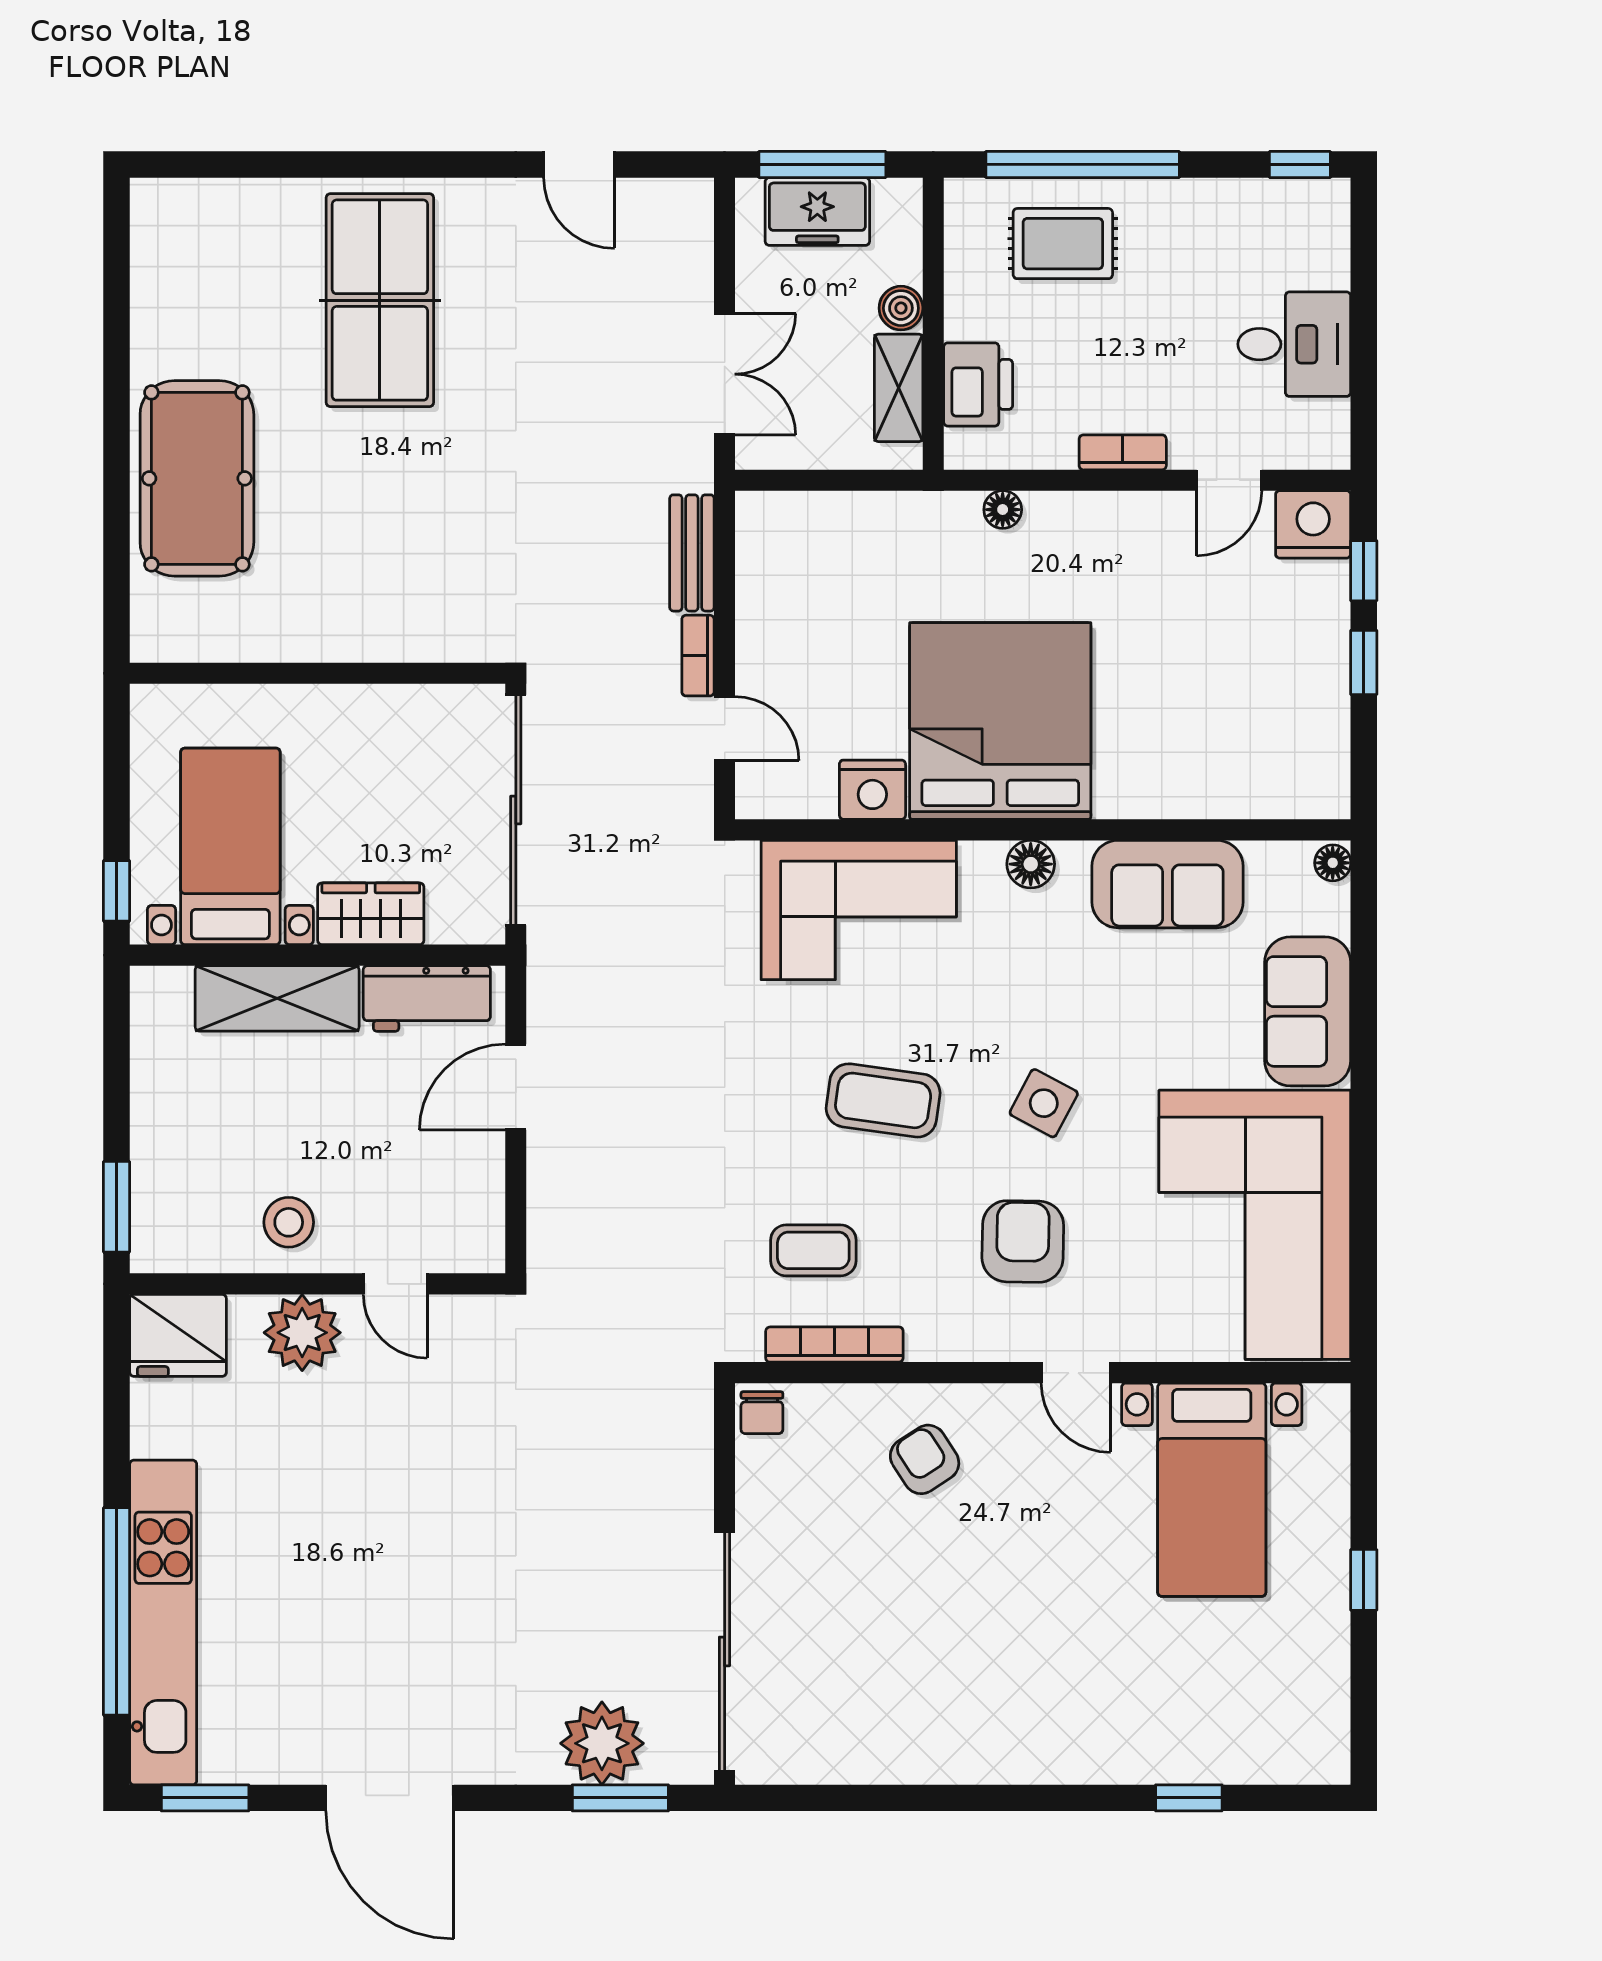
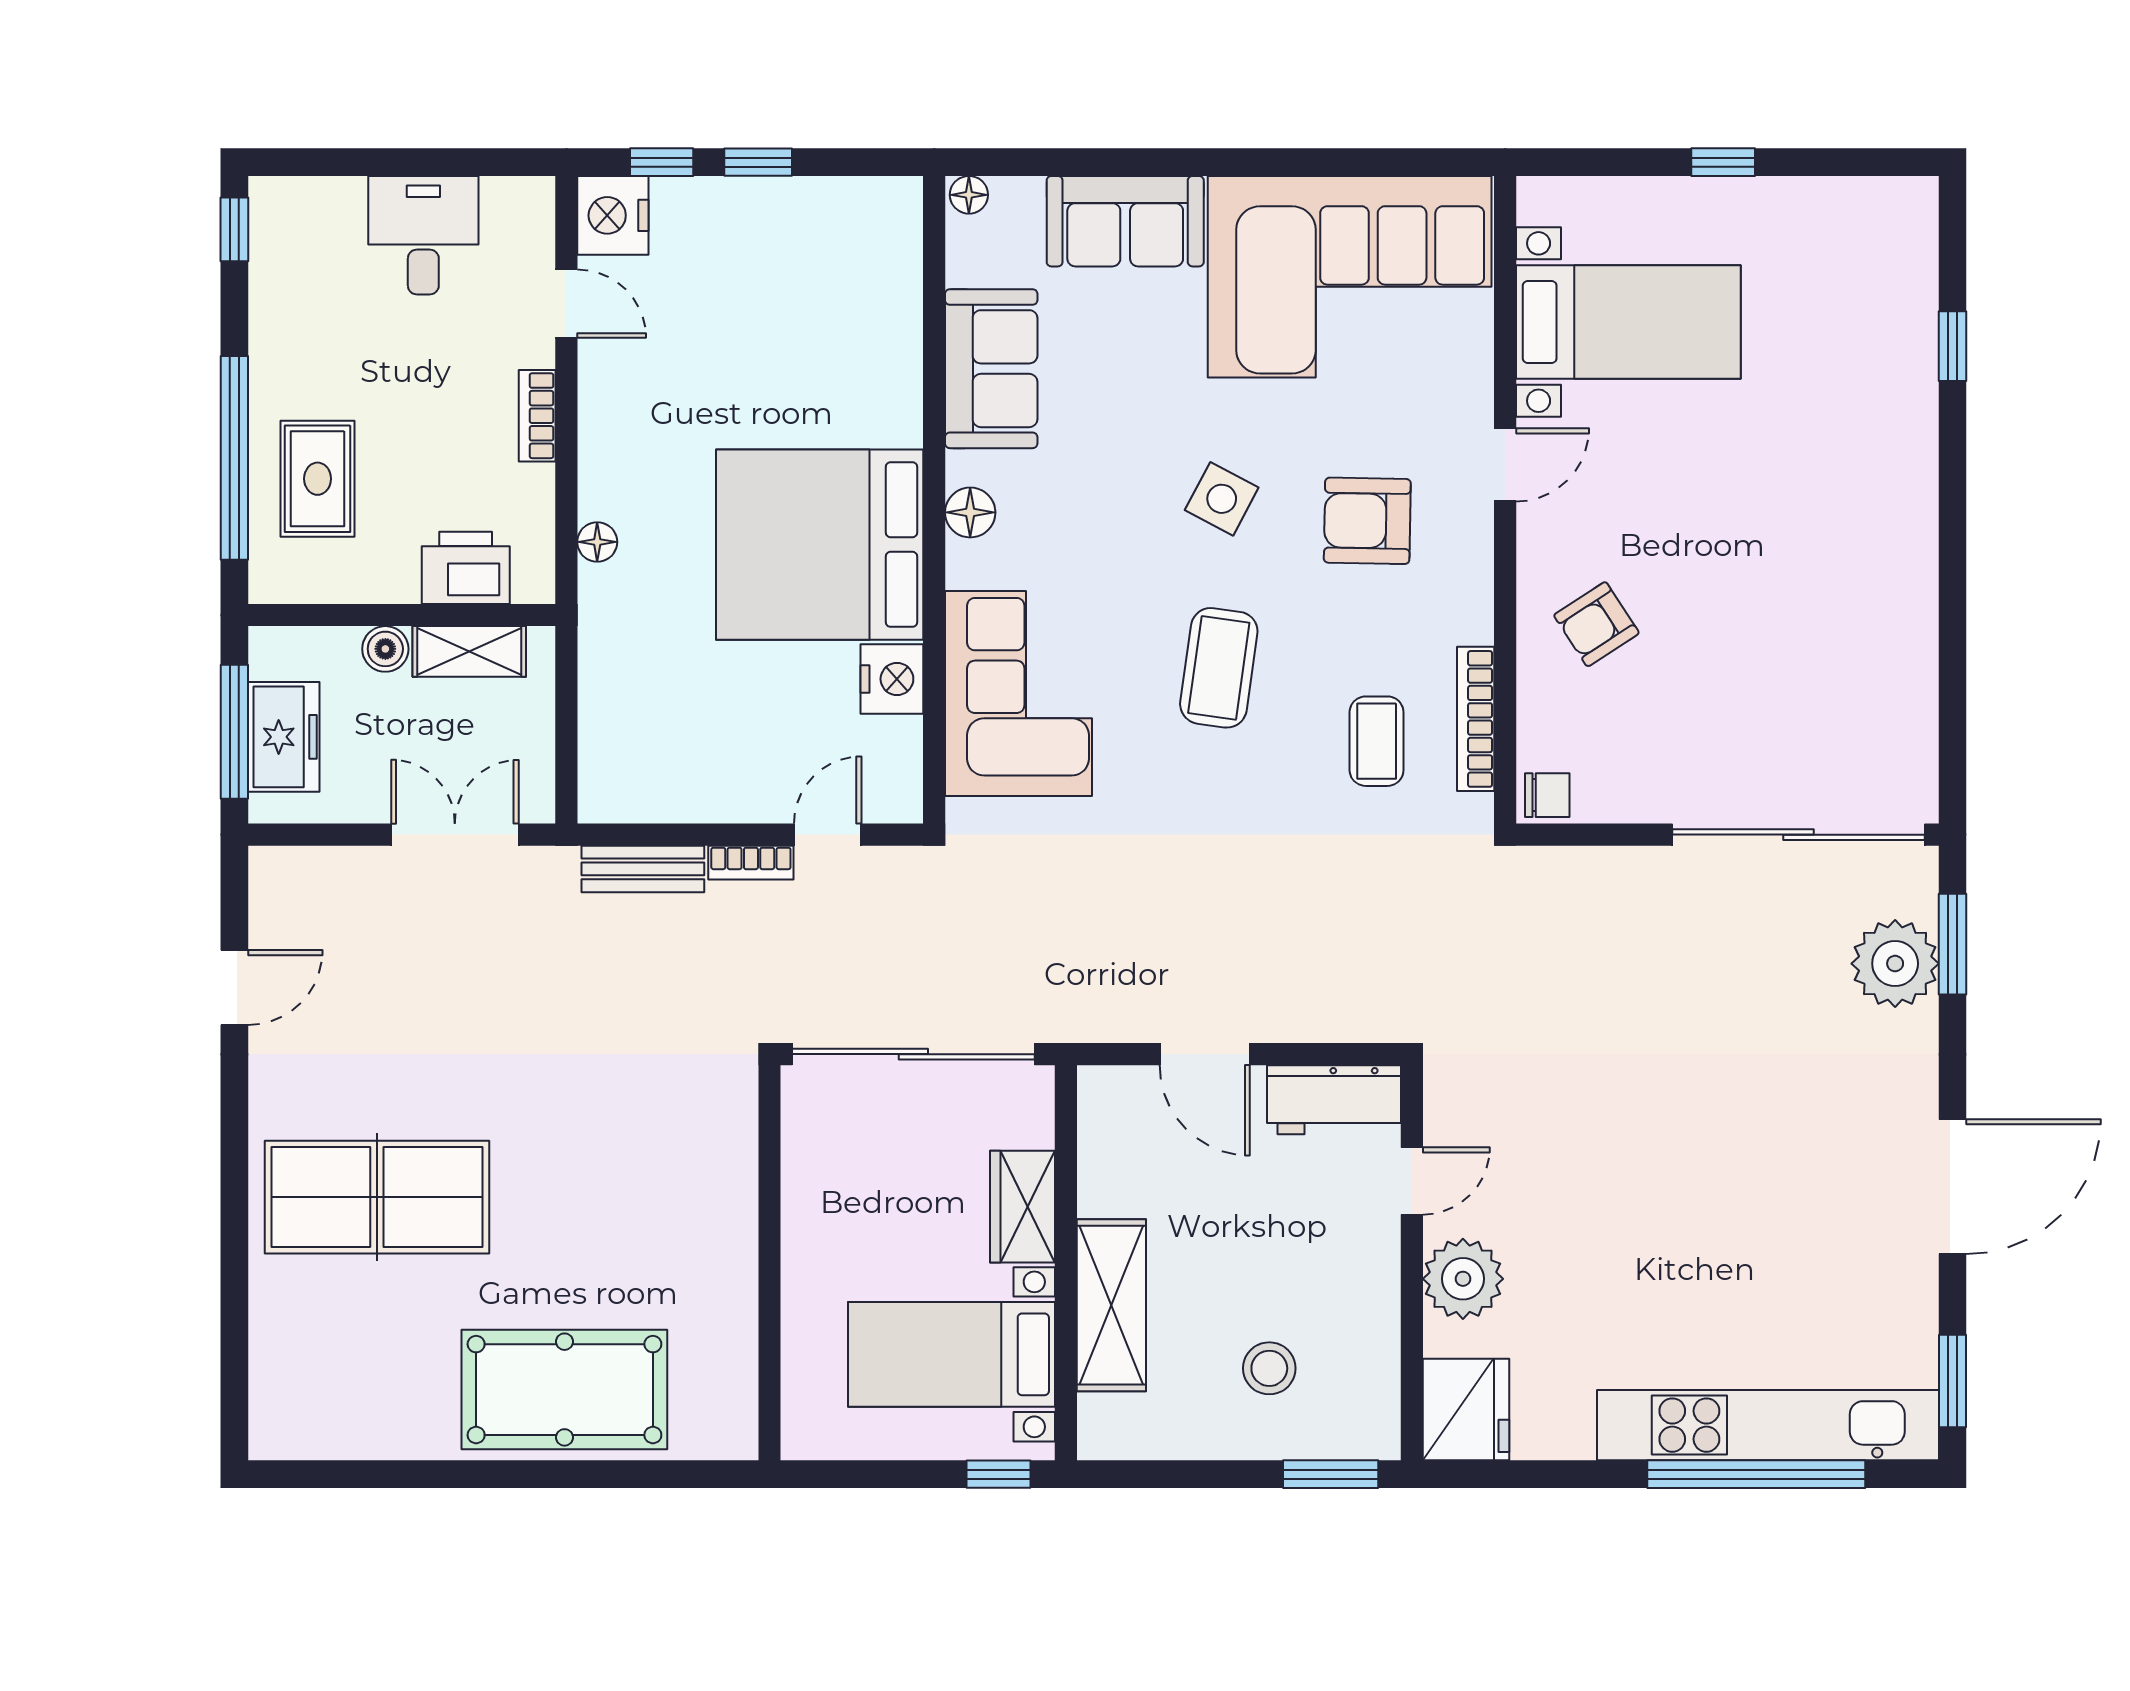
workbench: (427, 998) -> (1334, 1100), moved, turned 90
stool: (289, 1222) -> (1269, 1368), moved

